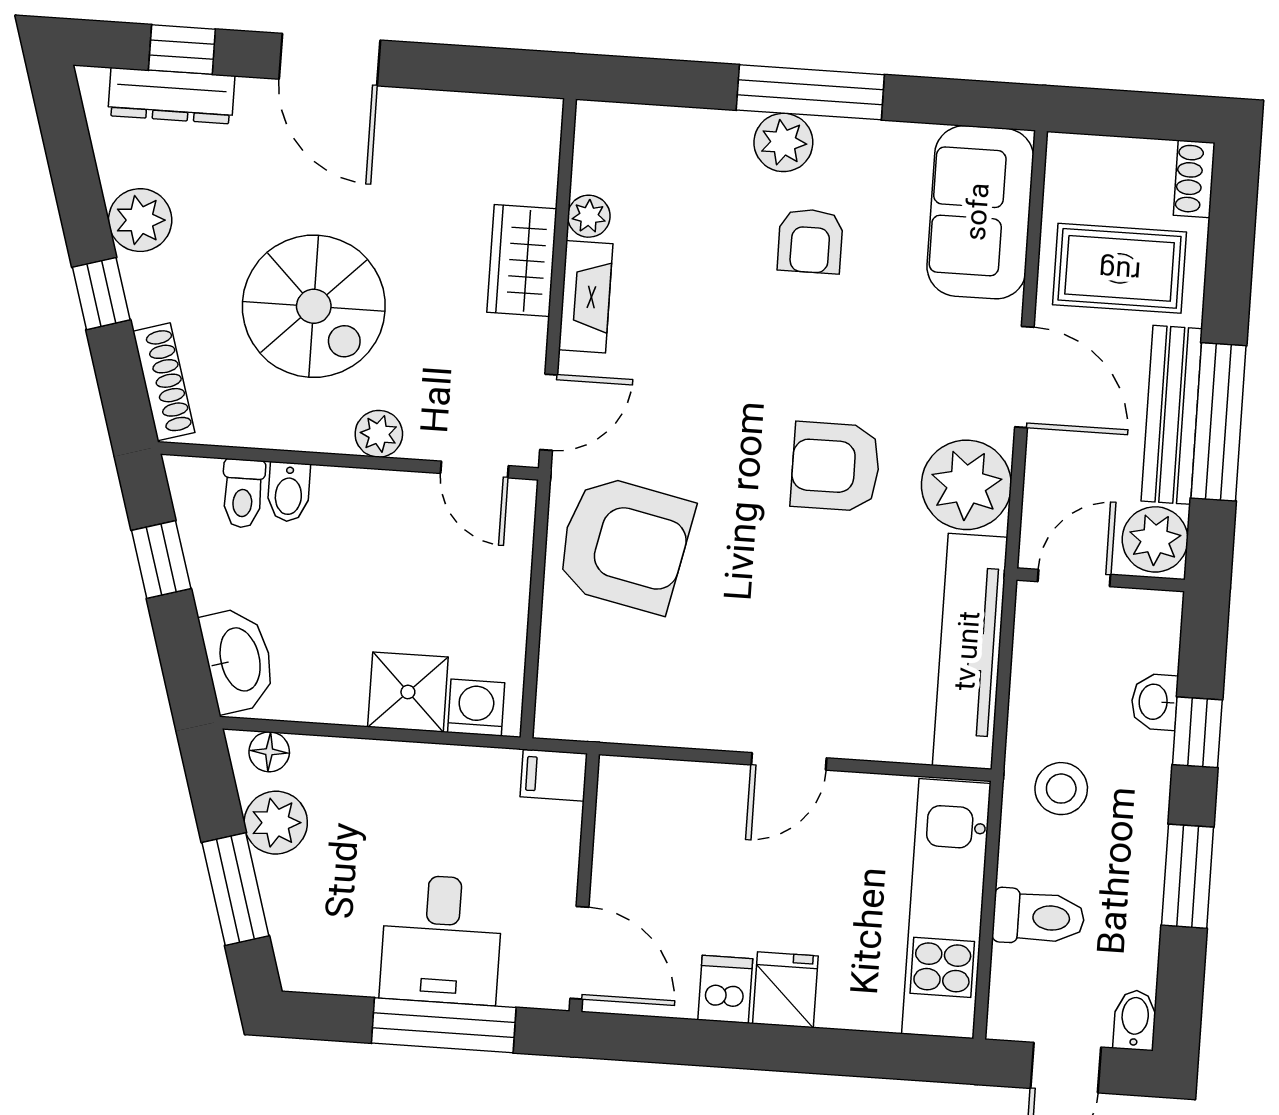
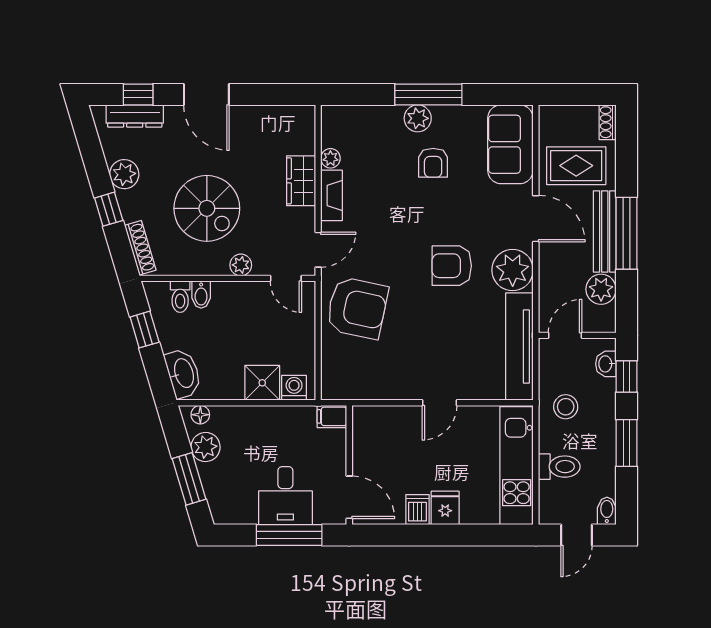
door: (1074, 578) -> (565, 335), moved
wall: (1101, 580) -> (577, 335), moved

